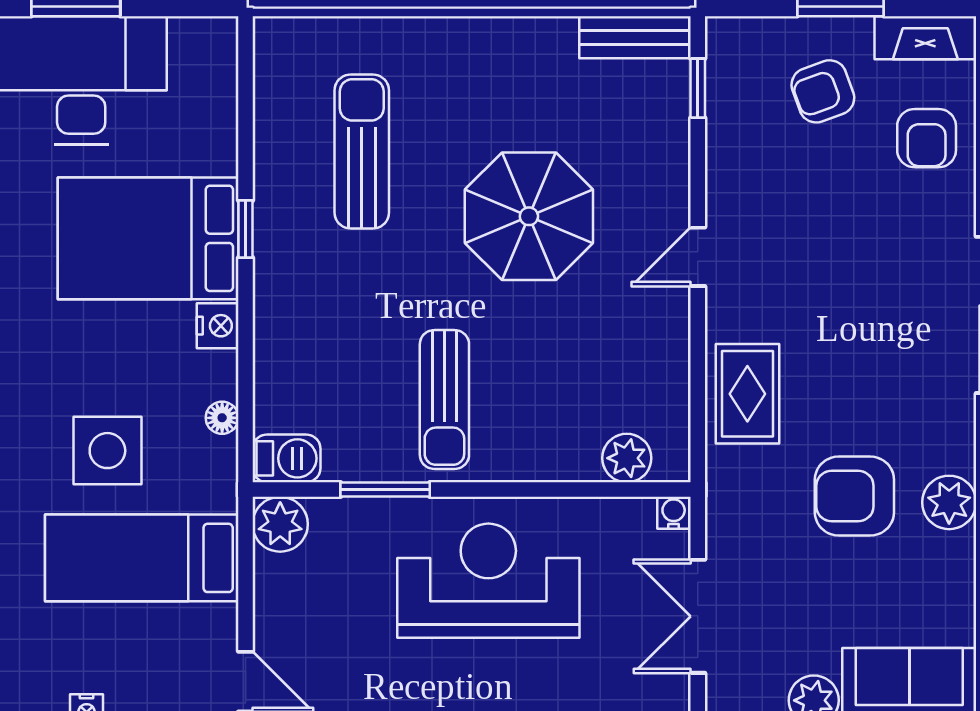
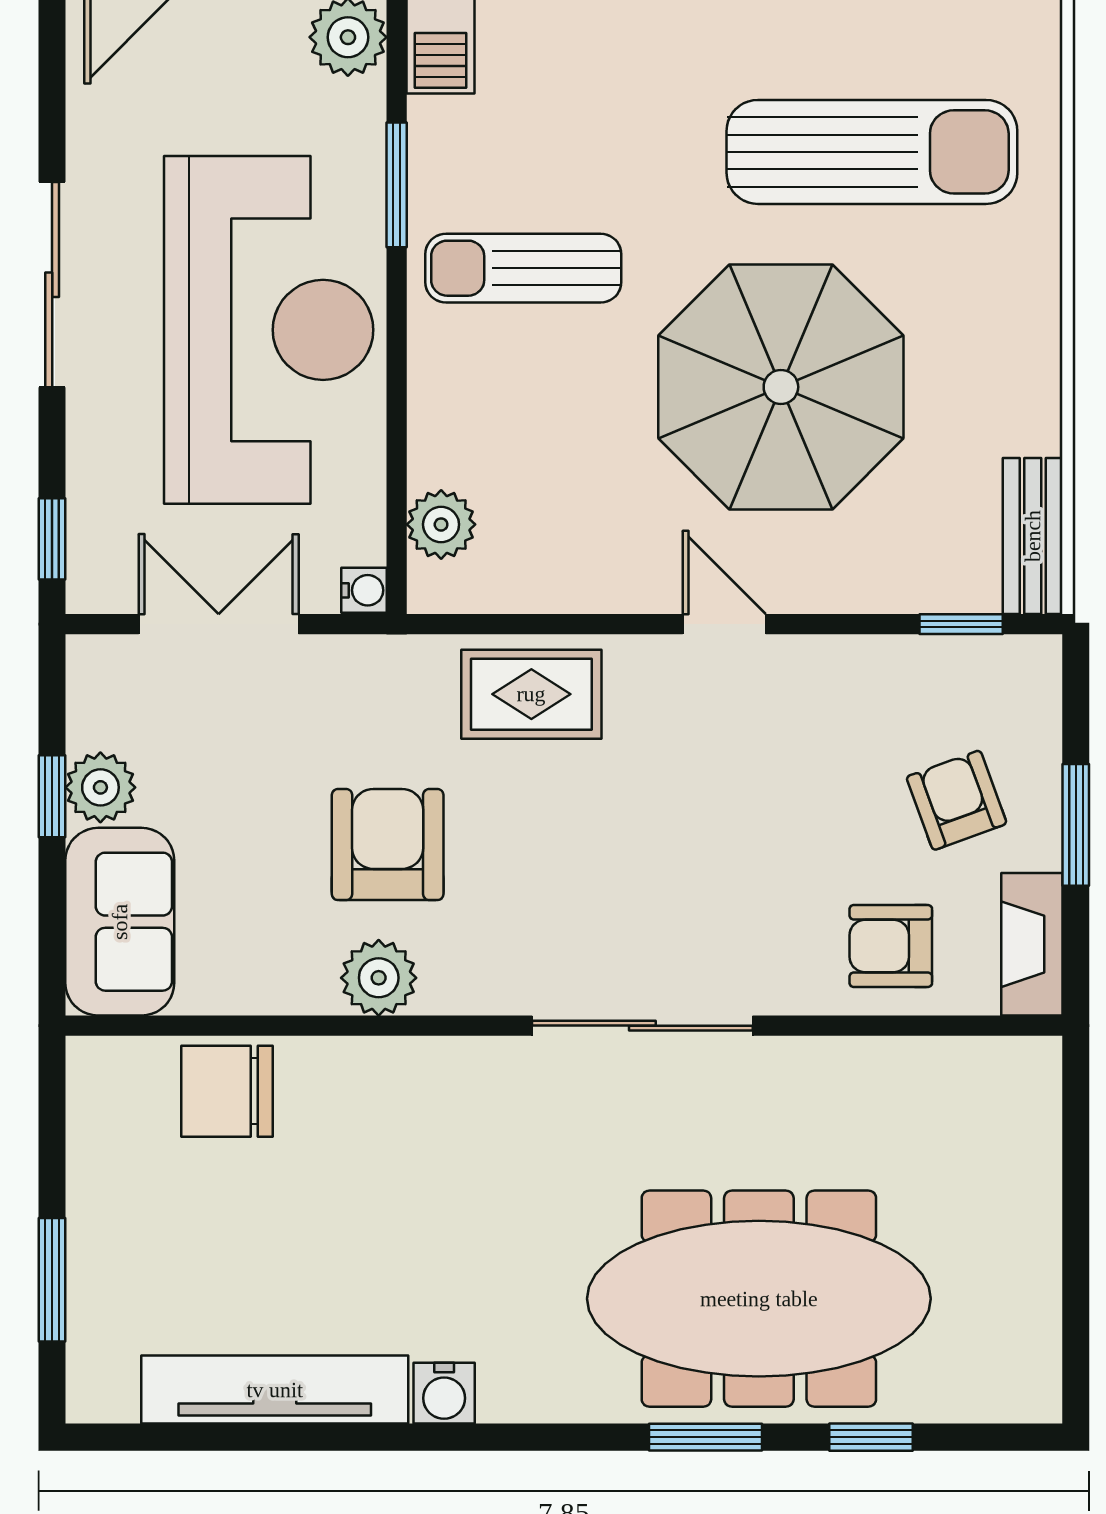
sun lounger: (362, 152) -> (872, 152), width x1.36, depth x1.34
parasol: (529, 216) -> (781, 387), width x1.36, depth x1.36
reception desk: (488, 581) -> (269, 330), width x1.36, depth x1.30

